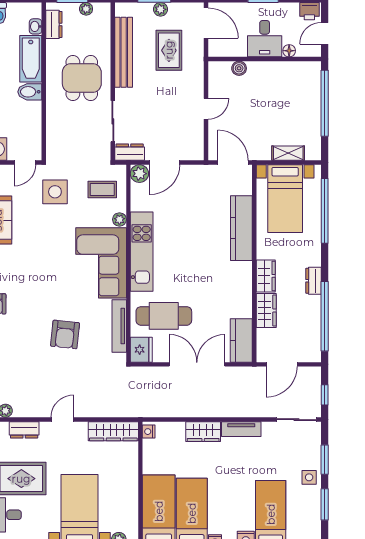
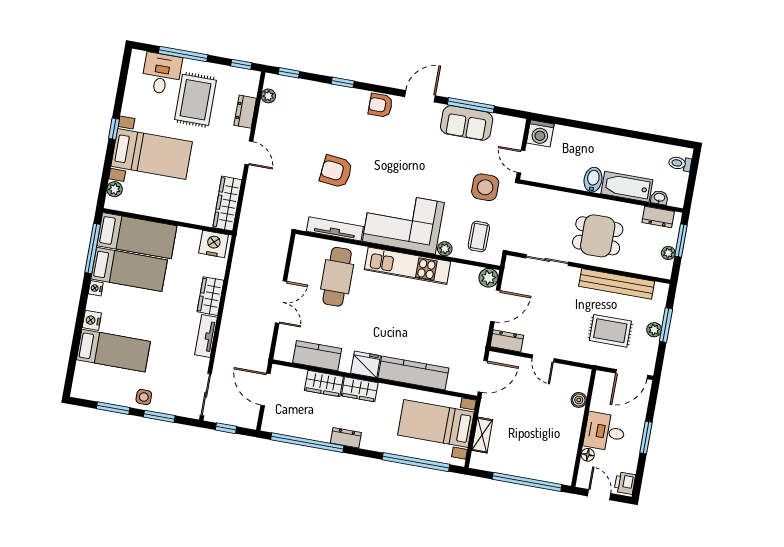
dresser: (130, 152) -> (507, 341), moved, turned -90
door: (165, 163) -> (495, 306), swing flipped
kitchen counter: (241, 340) -> (317, 356), moved
fridge: (141, 350) -> (366, 364), moved, turned 180
double door: (197, 364) -> (281, 302), width x0.73
nightstand: (149, 432) -> (214, 244), width x1.89, depth x1.79

